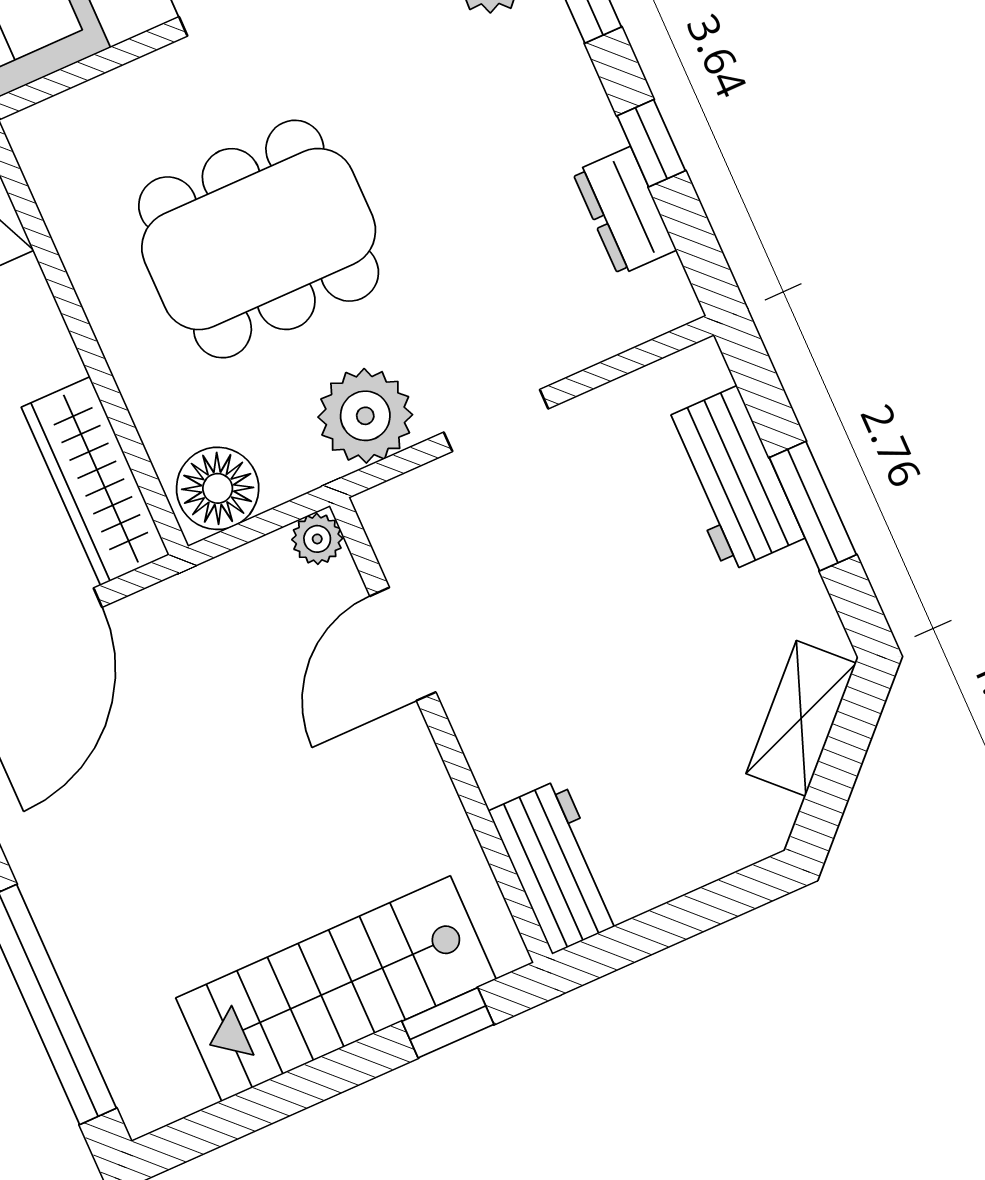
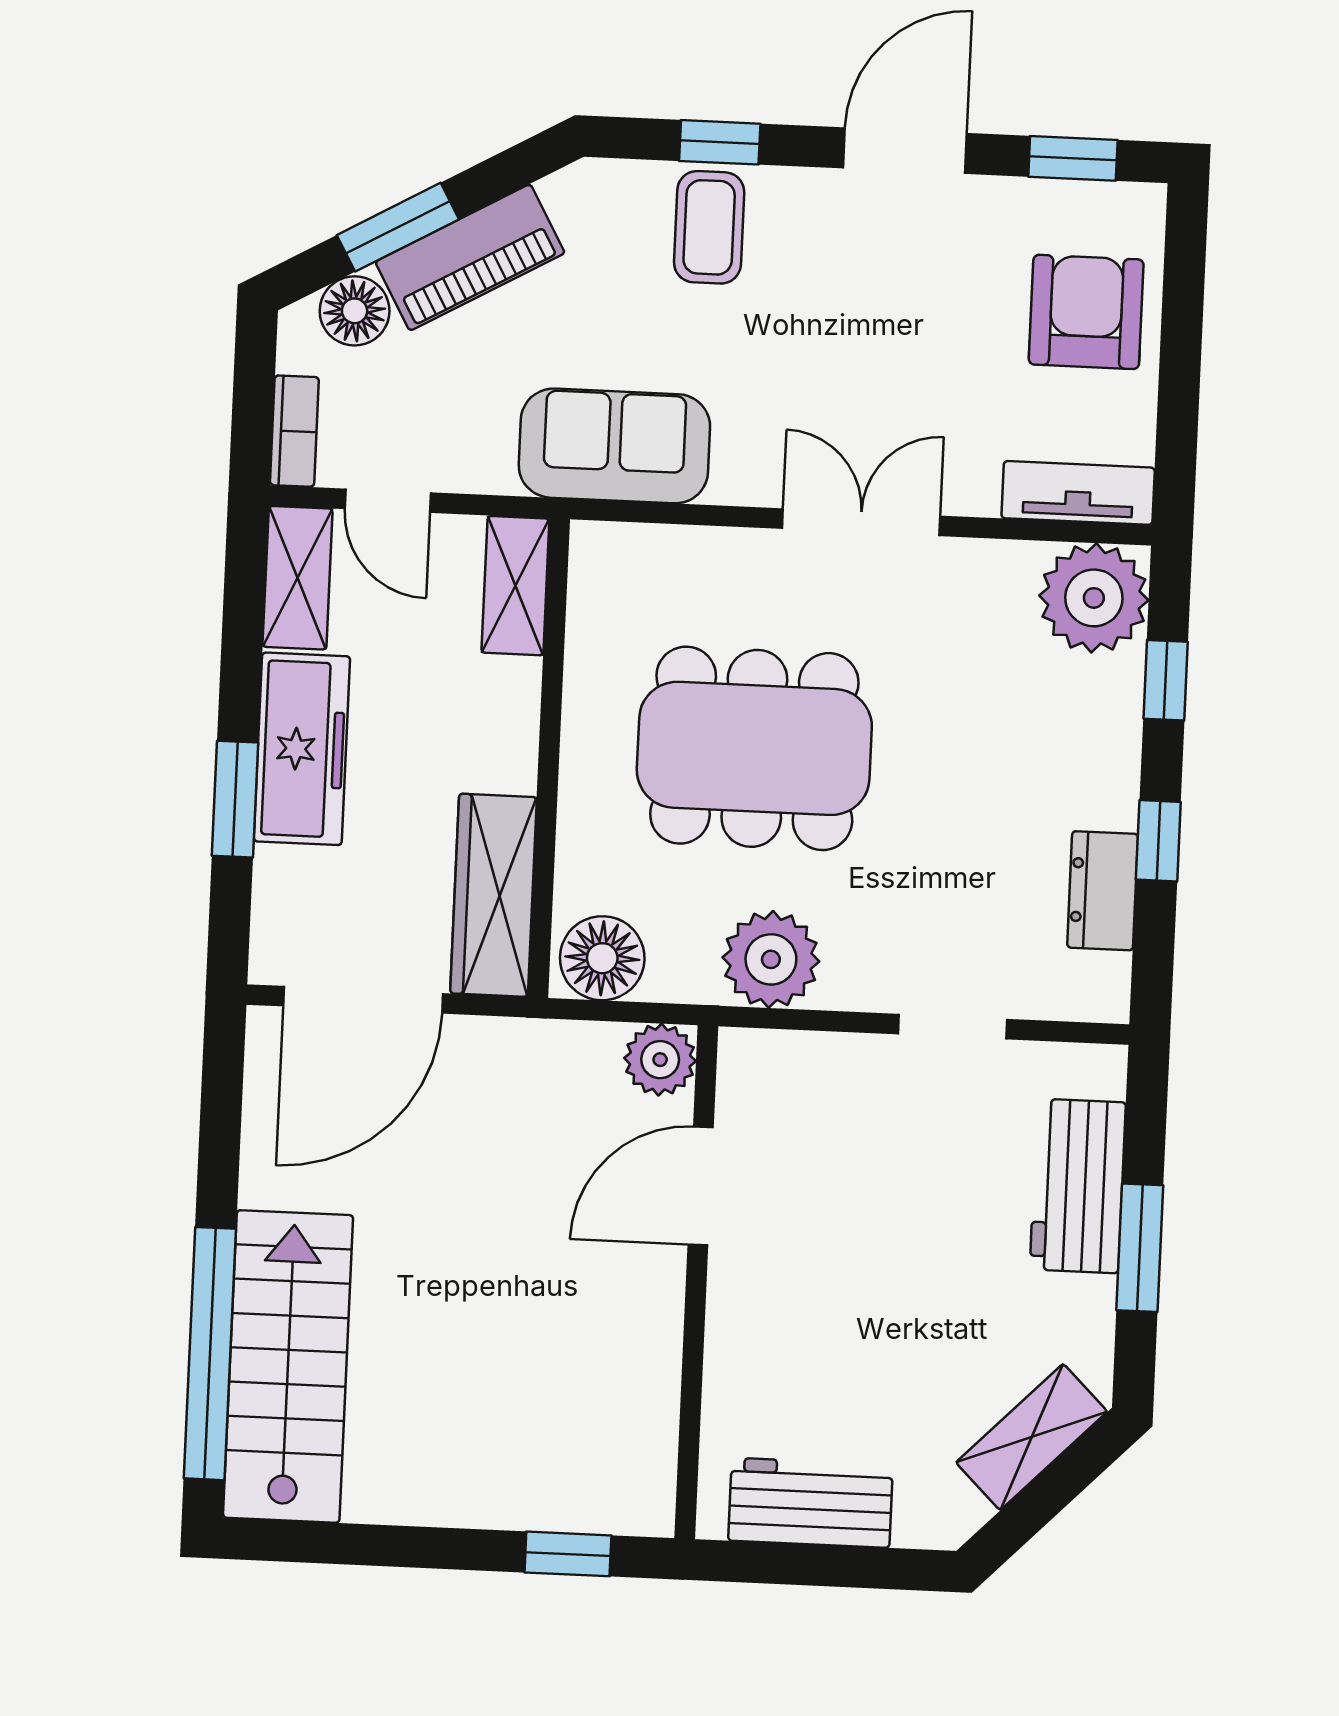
doorway: (496, 420) -> (953, 1027), moved
plant: (317, 539) -> (660, 1060), width x1.38, depth x1.38
workbench: (557, 866) -> (811, 1503), moved, turned -90
stairs: (336, 989) -> (288, 1366), moved, turned 90

